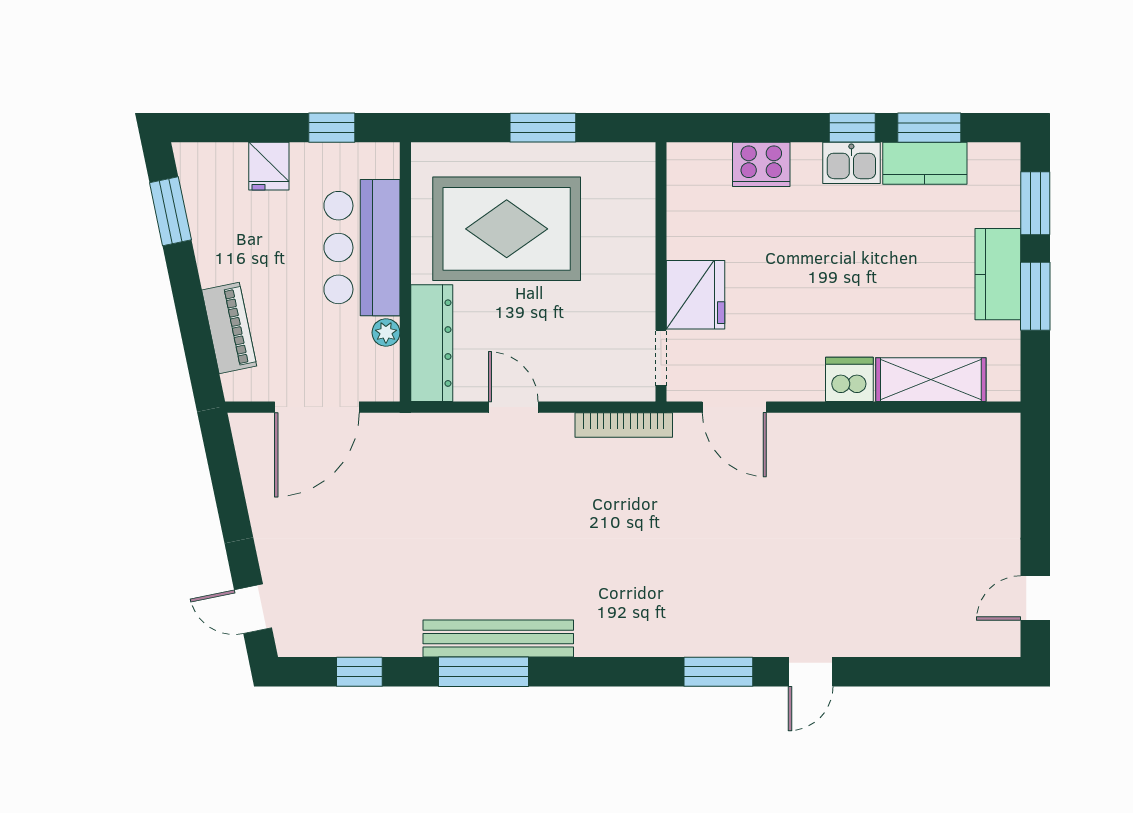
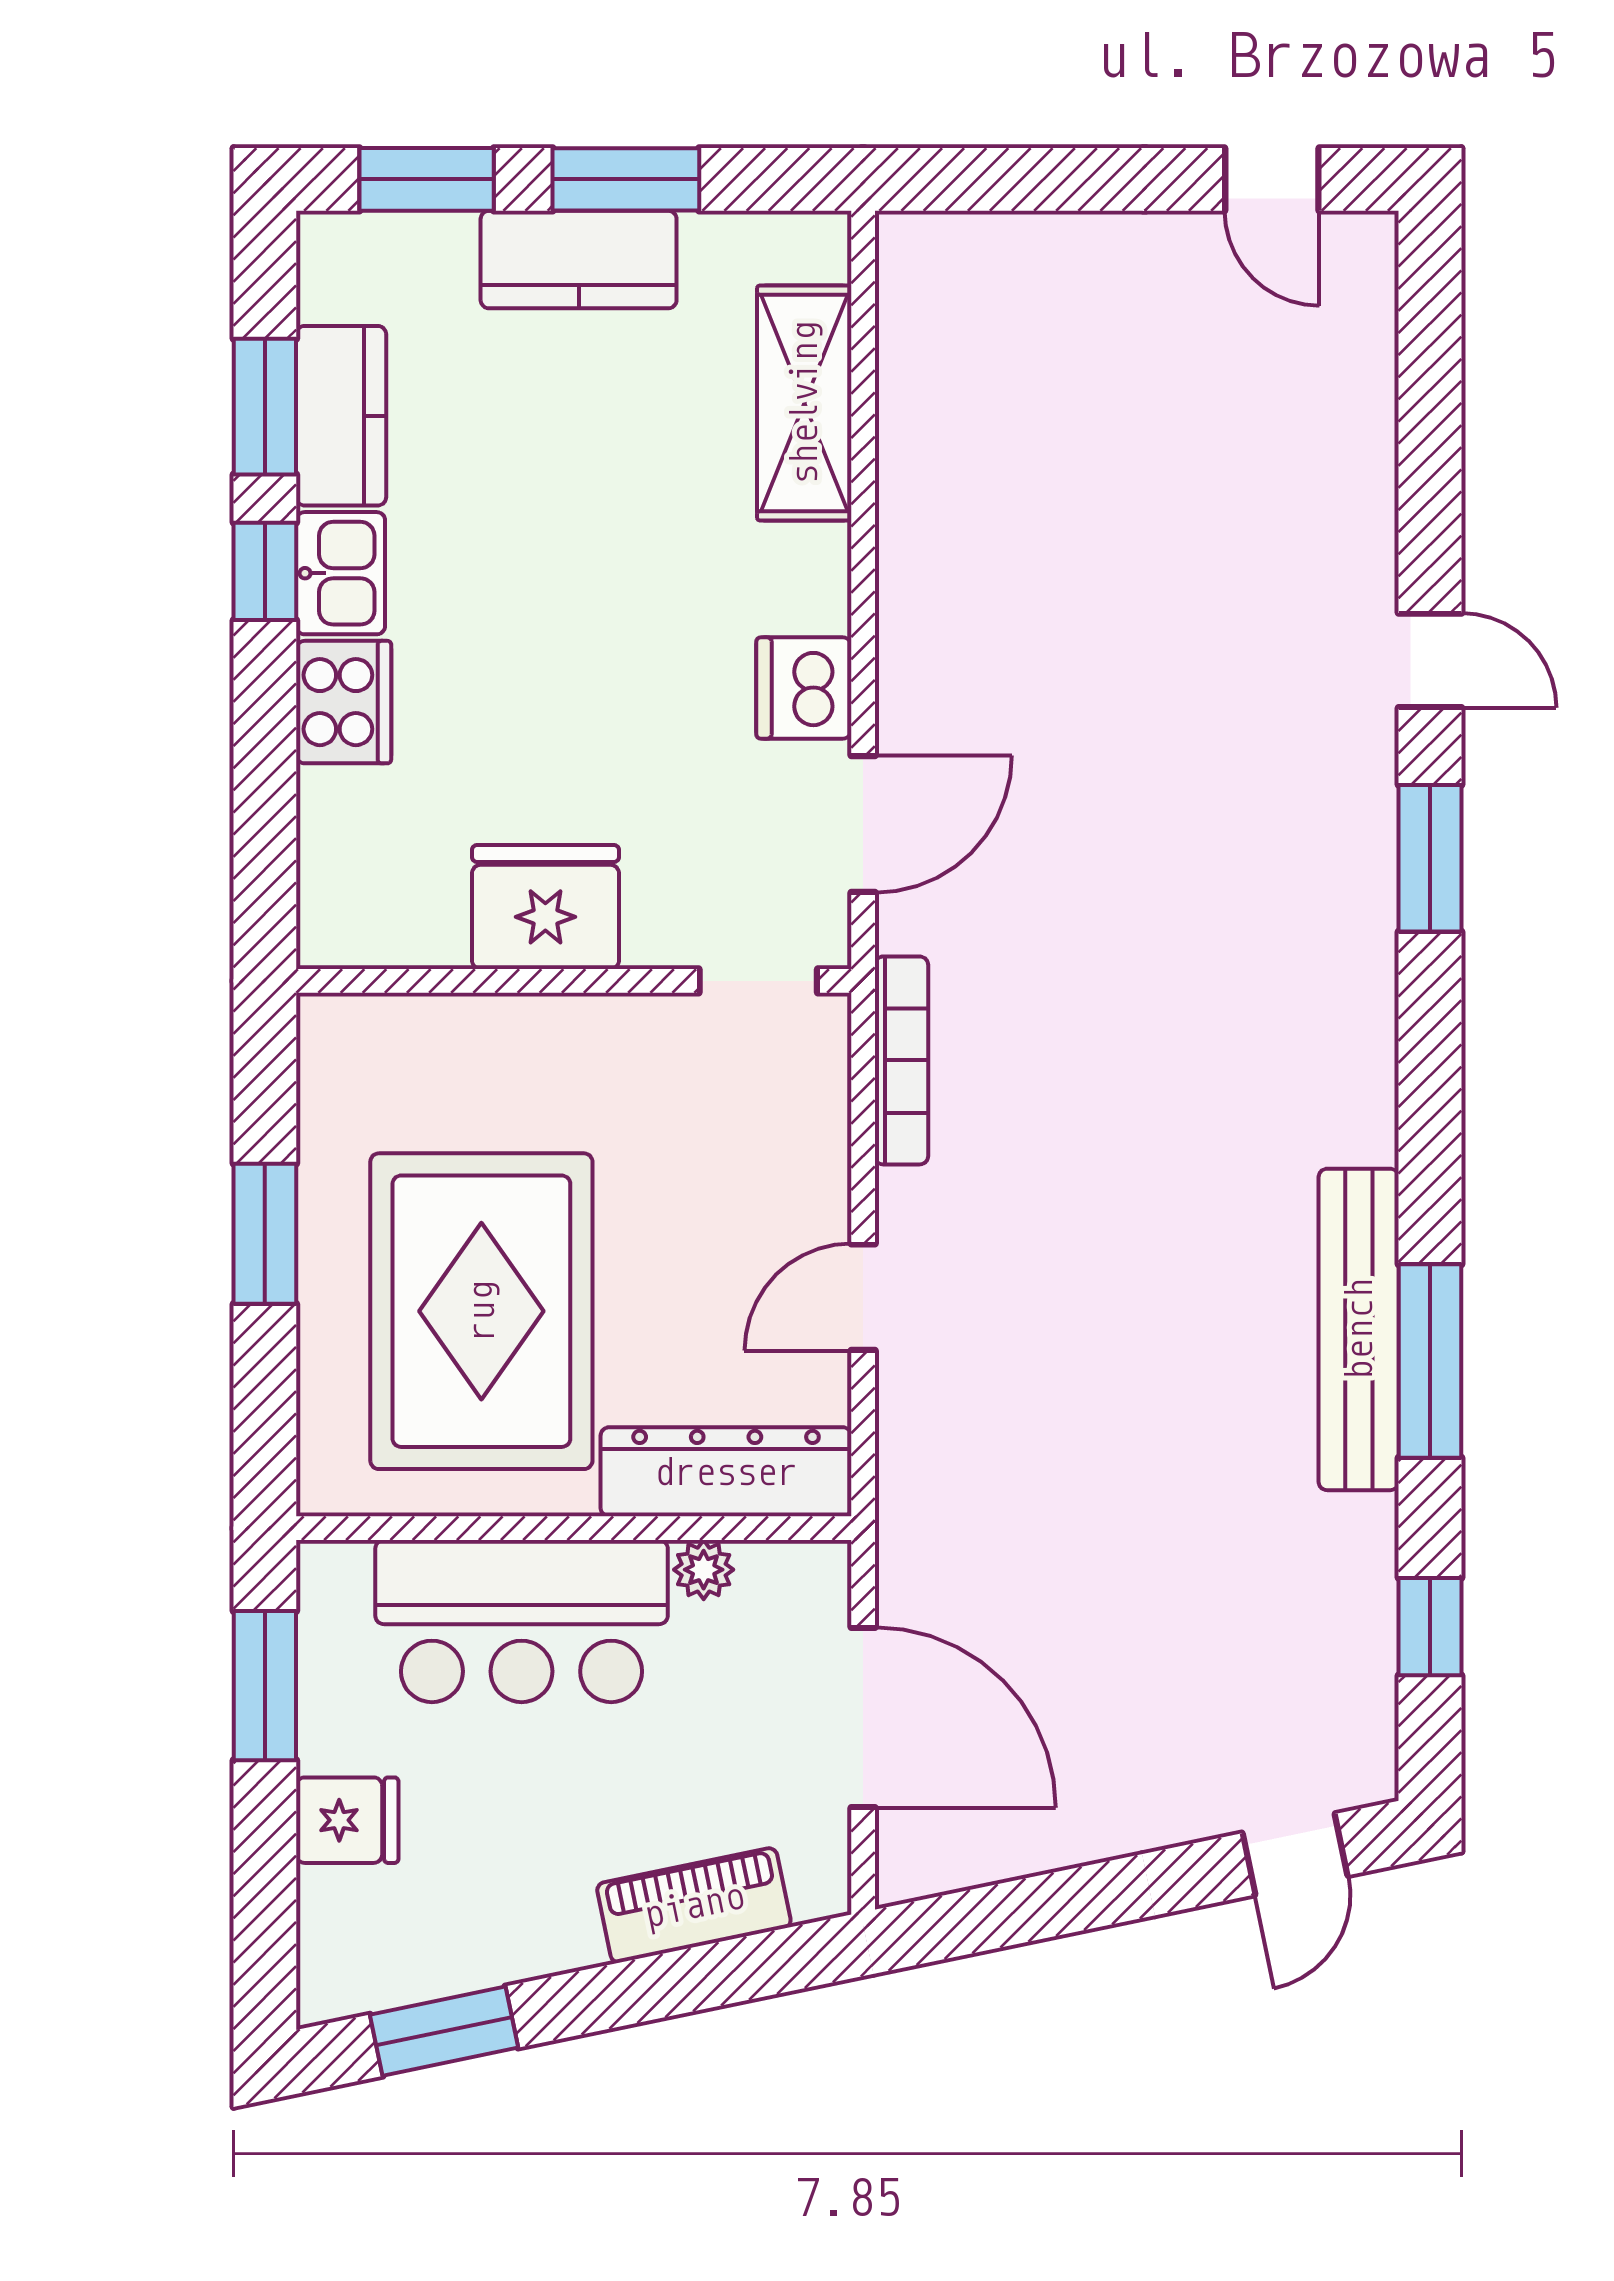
window: (332, 128) -> (265, 1686), width x1.50
cooker: (761, 164) -> (344, 702), moved
fridge: (695, 295) -> (545, 907), moved
dishwasher: (849, 379) -> (804, 688), moved

